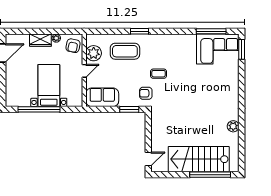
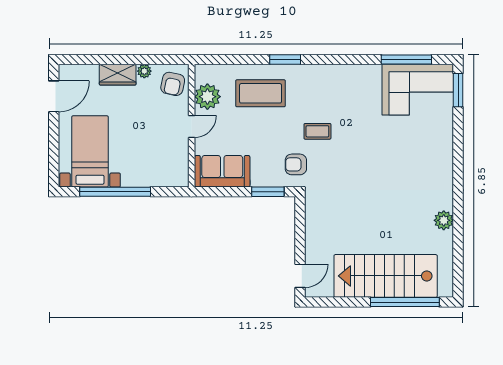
bed with nightstands: (49, 86) -> (90, 151), moved

